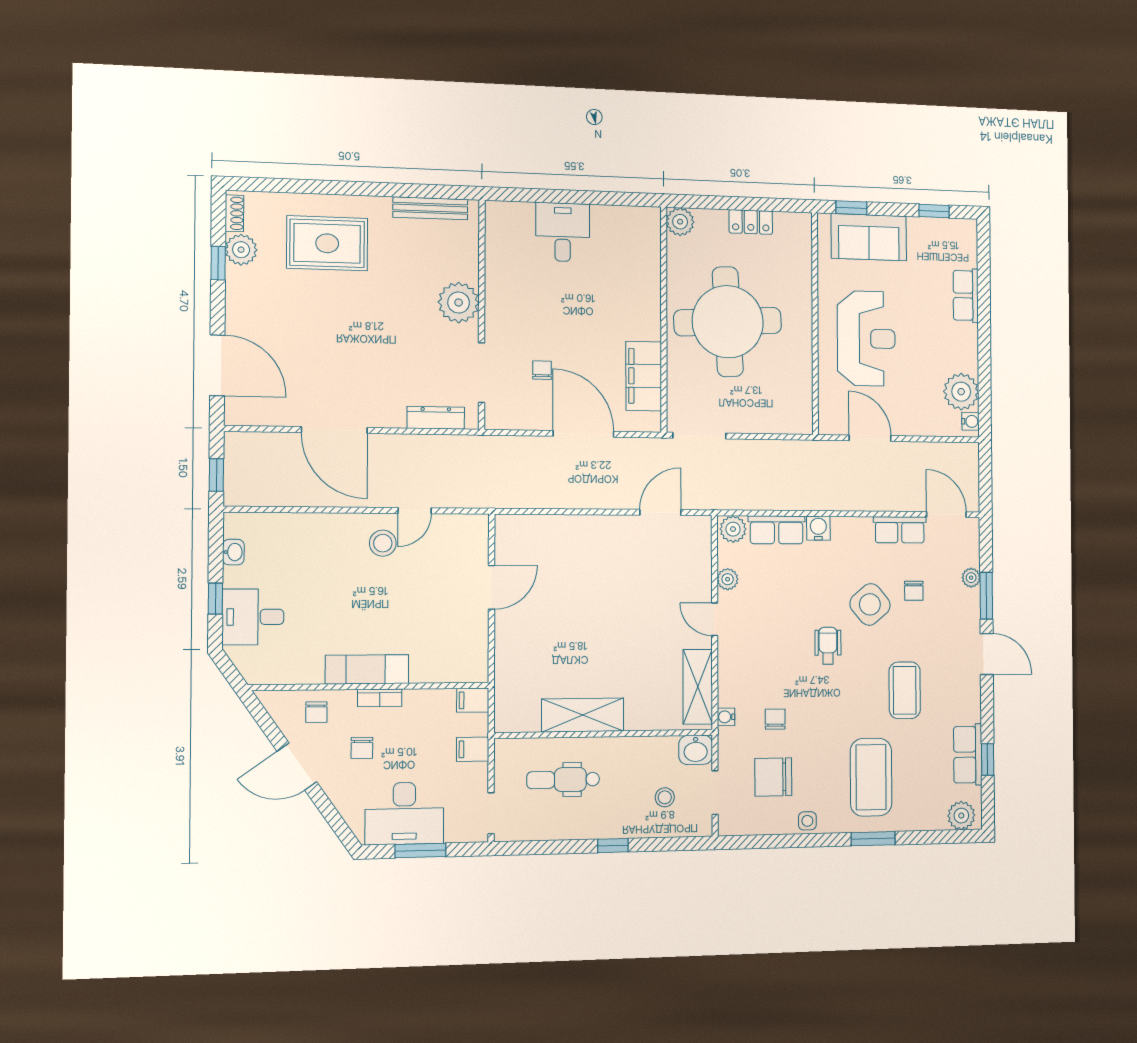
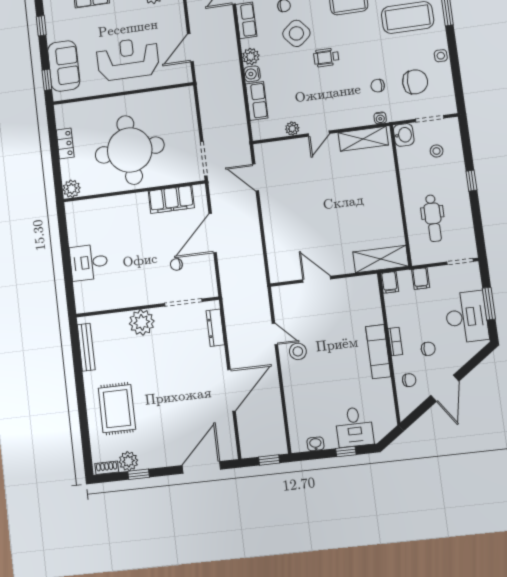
plant: (733, 529) -> (251, 56), moved
shelving: (583, 715) -> (381, 259), moved, turned 90
chair: (773, 777) -> (415, 82), turned -90

